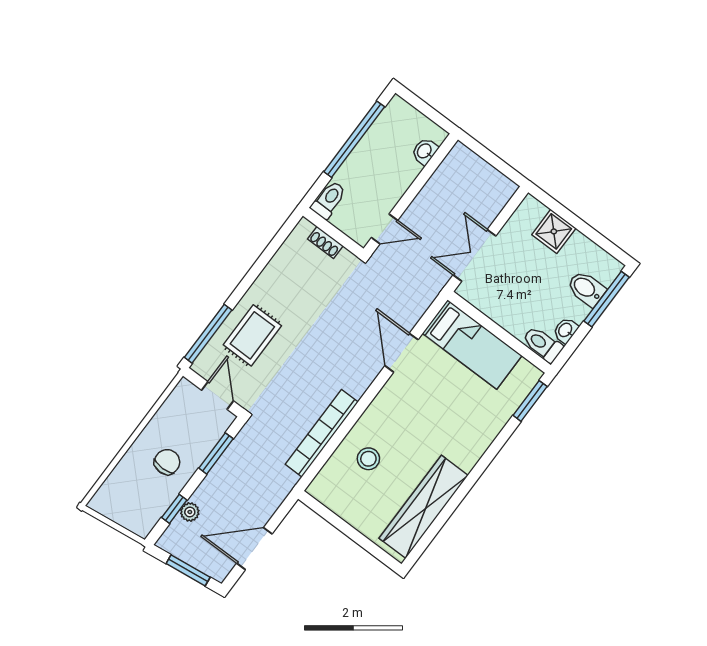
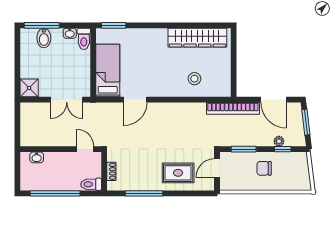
shower: (554, 231) -> (29, 88), moved
window: (208, 334) -> (144, 193), moved
bookcase: (322, 433) -> (233, 108), moved

